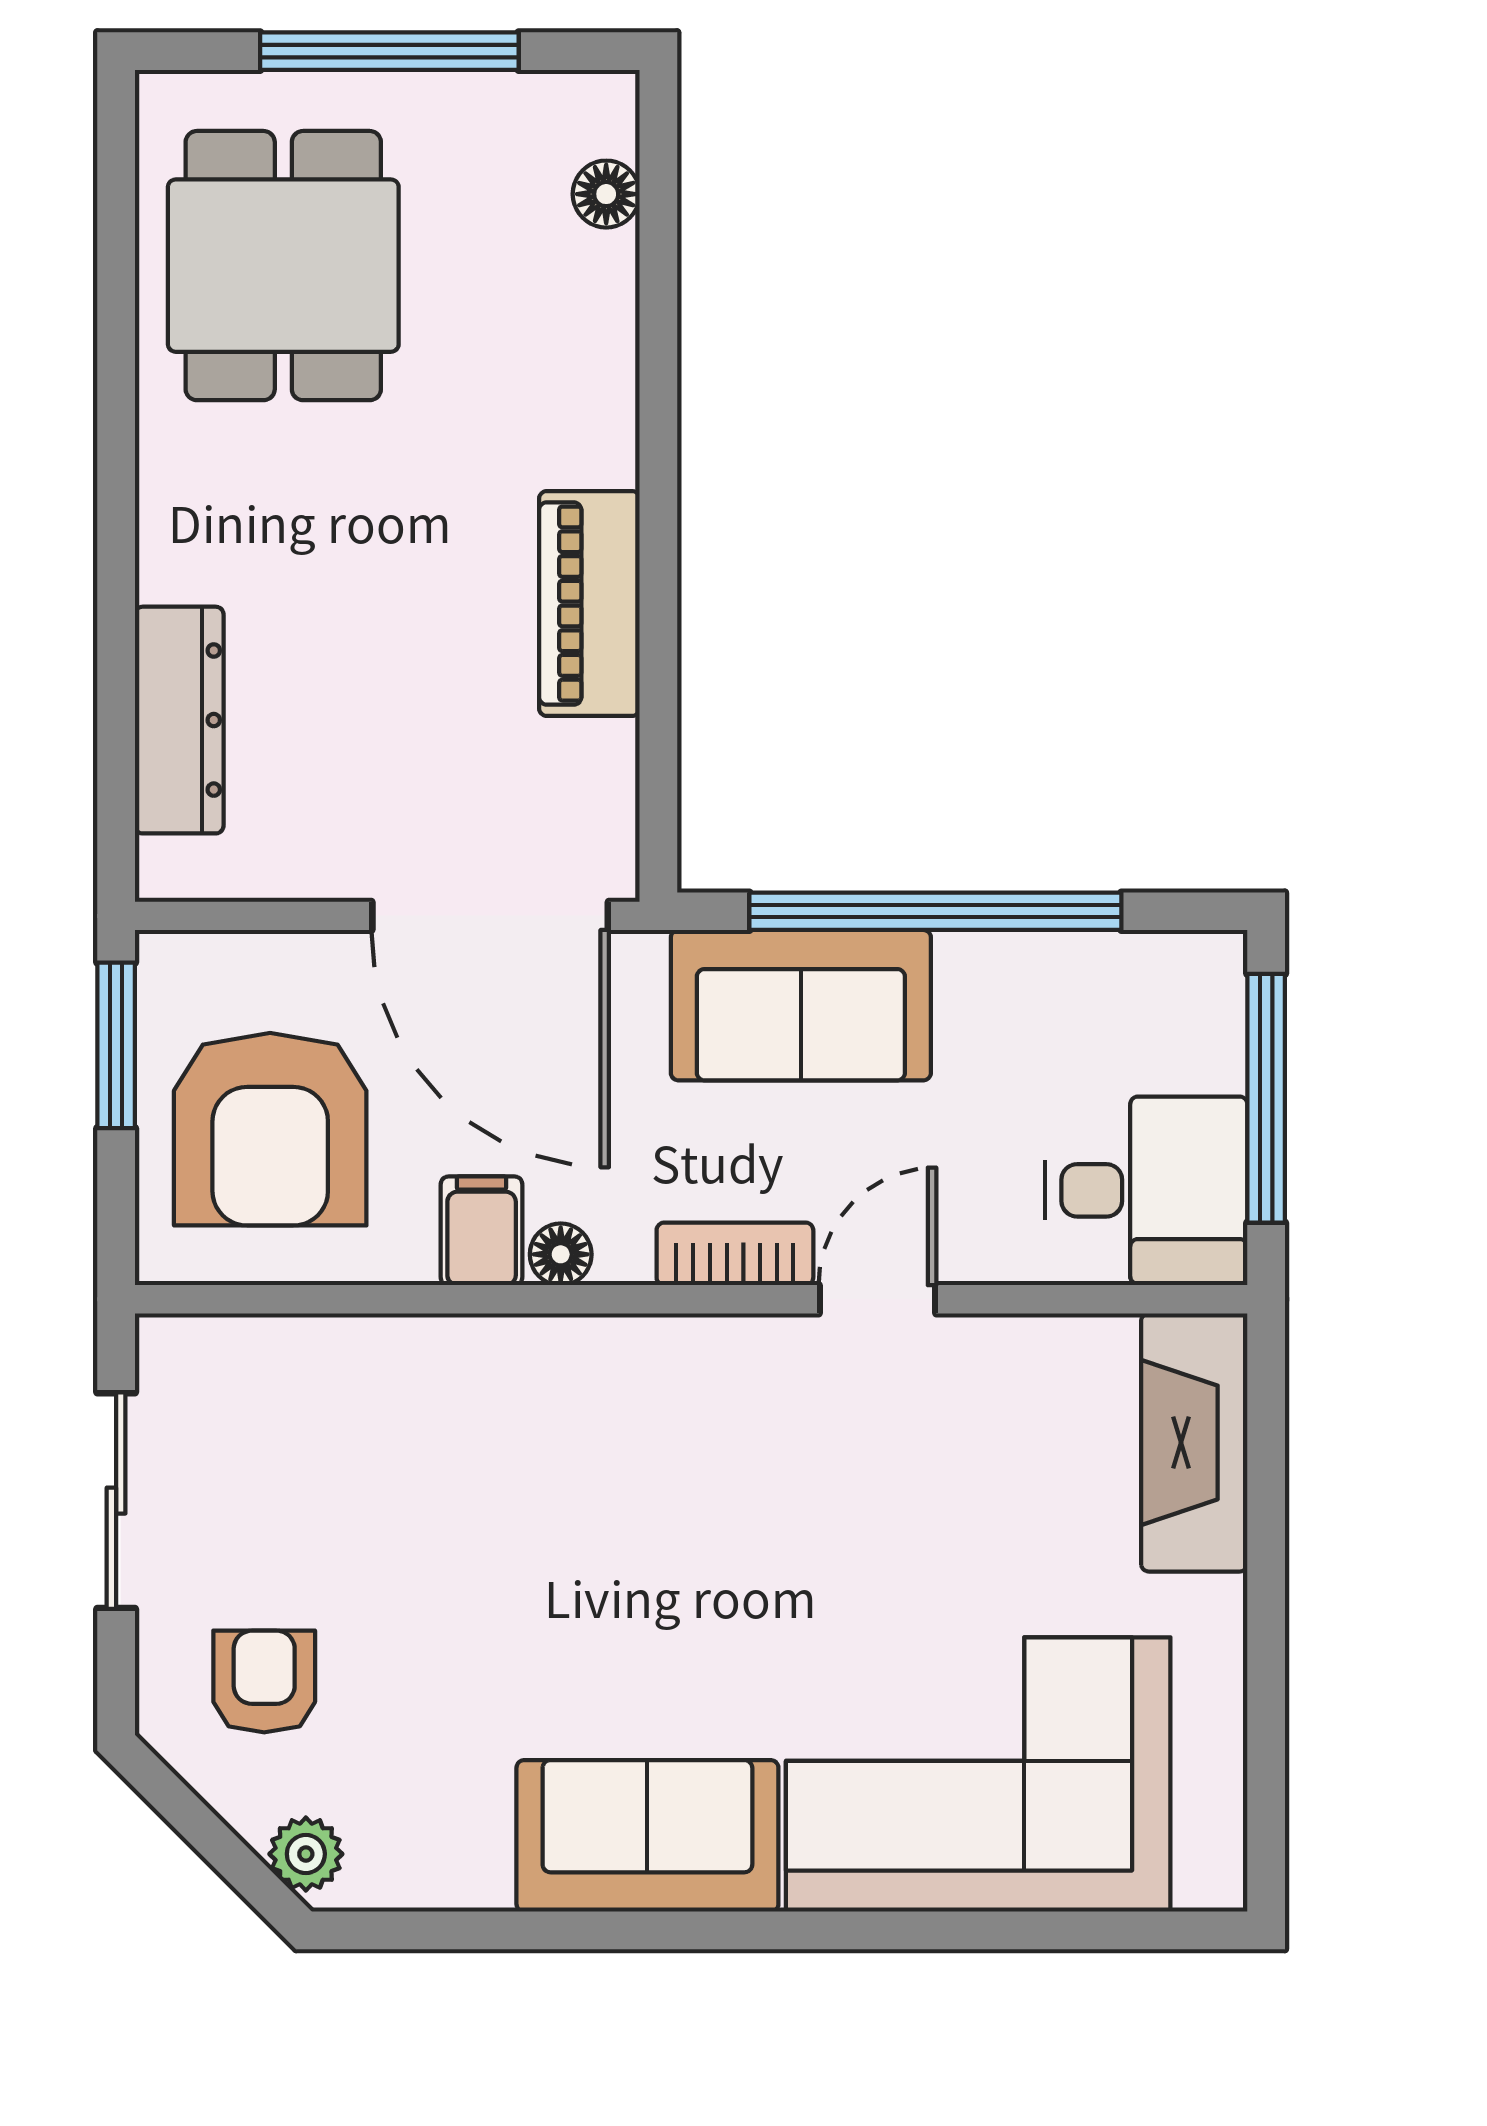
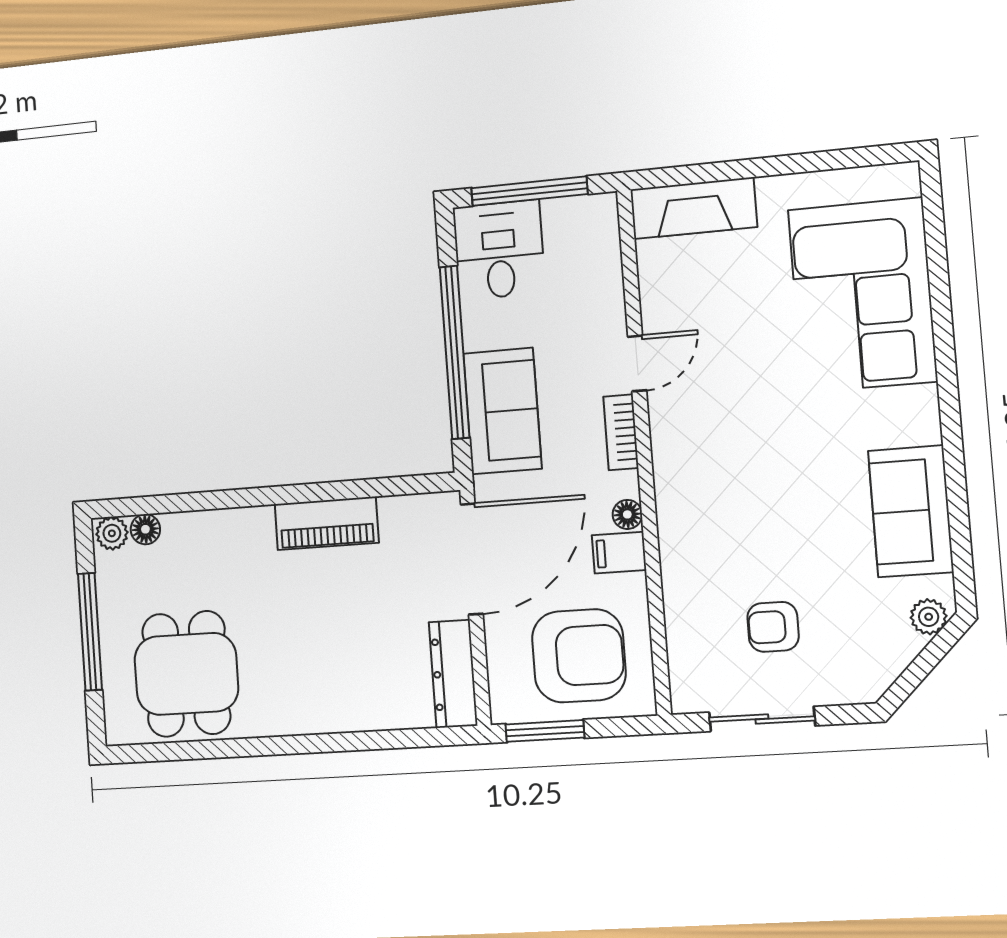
plant: (603, 116) -> (112, 533), added
dining table: (283, 266) -> (186, 674), turned 90
dresser: (179, 720) -> (453, 674), moved, turned -90
desk: (1146, 1190) -> (499, 250), moved
door: (877, 1299) -> (637, 363), swing flipped
armchair: (264, 1681) -> (773, 627), moved
sofa: (647, 1836) -> (911, 511), moved

